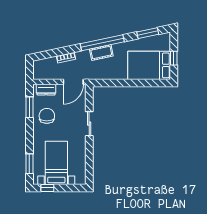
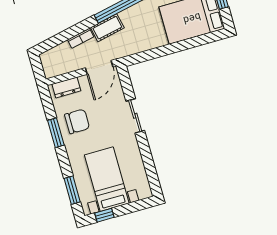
cot: (101, 52) -> (107, 28), moved
window: (29, 107) -> (56, 133), moved
chair: (47, 116) -> (77, 121), turned 90

